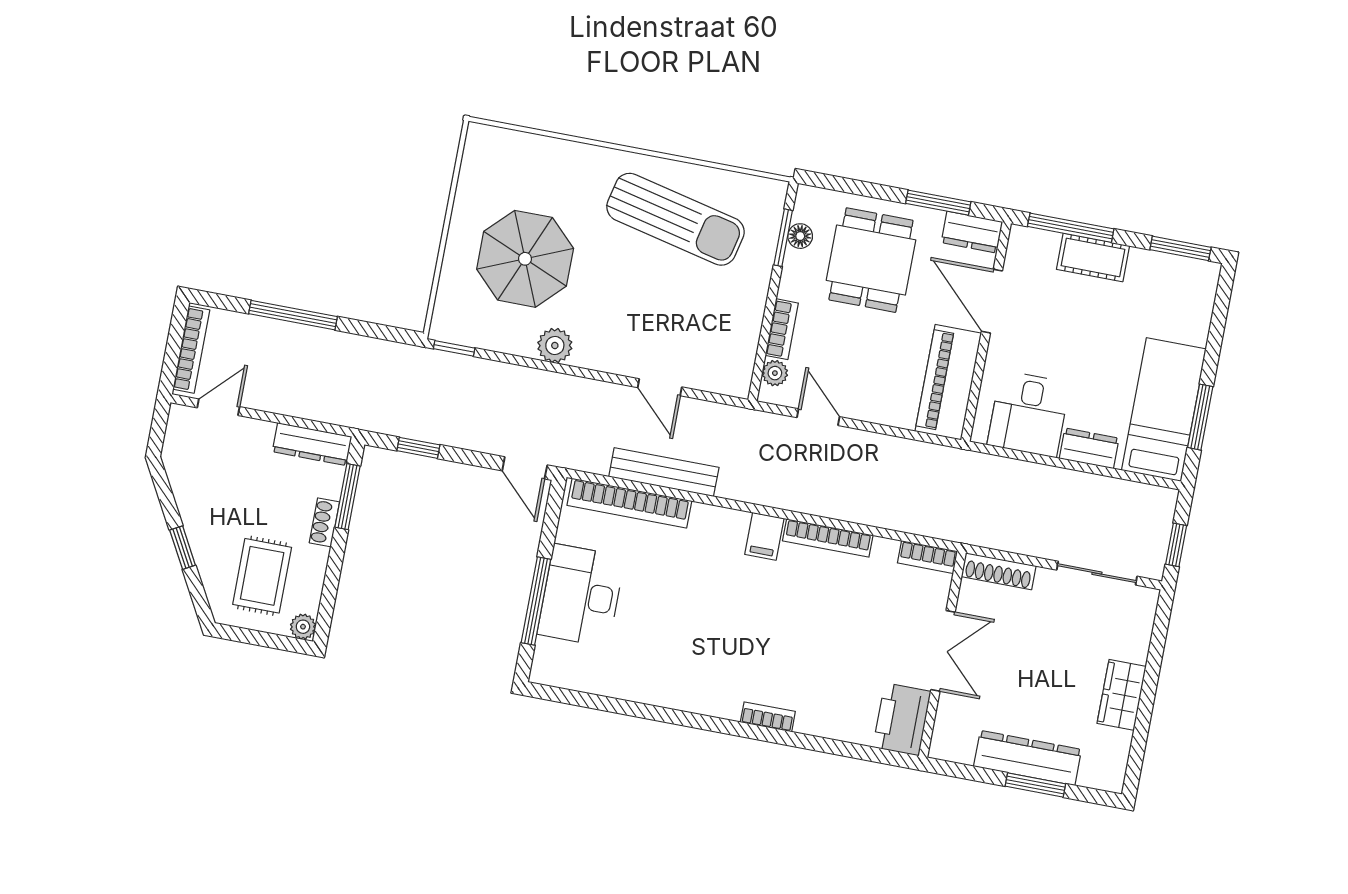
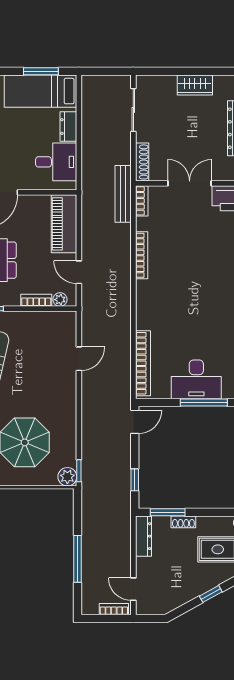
plant: (555, 346) -> (67, 477), moved
bookcase: (191, 350) -> (114, 609), width x0.64
piano: (948, 382) -> (64, 224), moved, turned 90
door: (818, 417) -> (79, 272), hinge flipped
bench: (664, 472) -> (123, 194), moved
filing cabinet: (764, 536) -> (147, 289), removed
window: (1176, 545) -> (111, 71), removed

